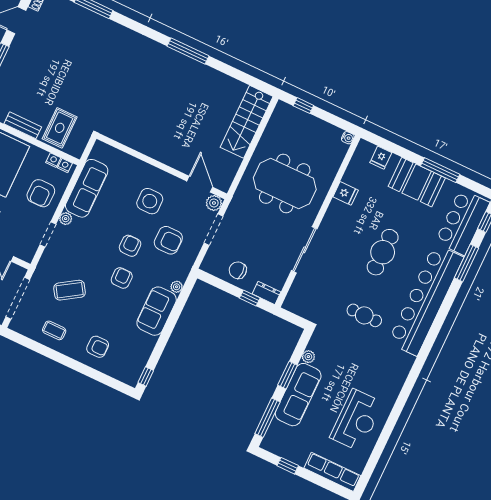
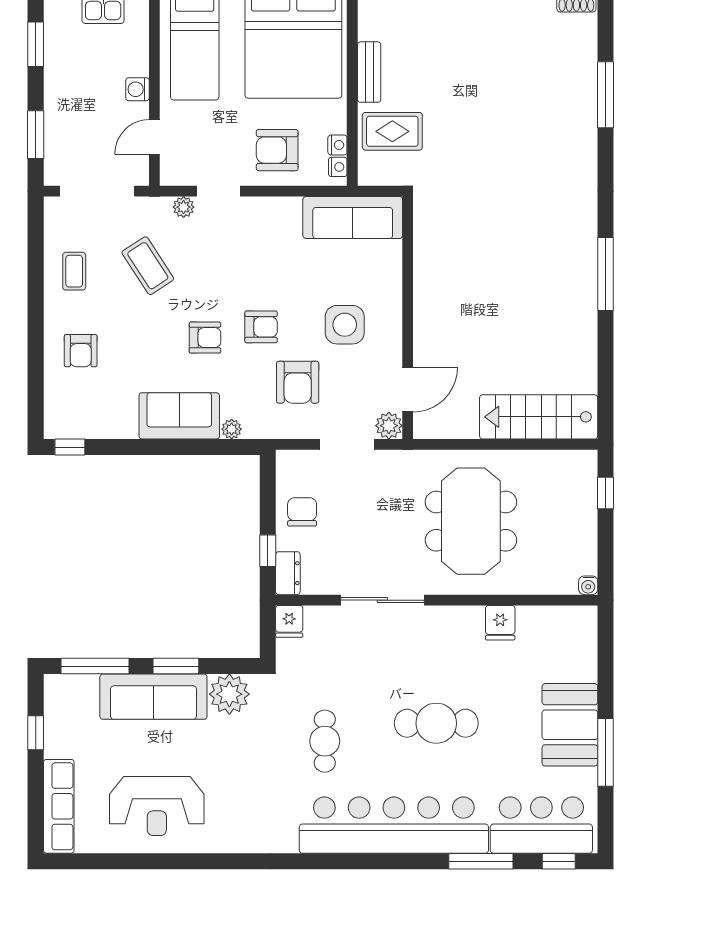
fridge: (381, 158) -> (289, 621), moved, turned -90
sofa: (87, 188) -> (353, 217), moved
plant: (66, 219) -> (184, 207), moved
plant: (308, 357) -> (229, 694), width x1.87, depth x1.87

